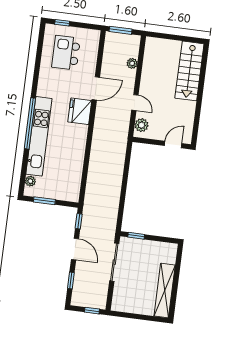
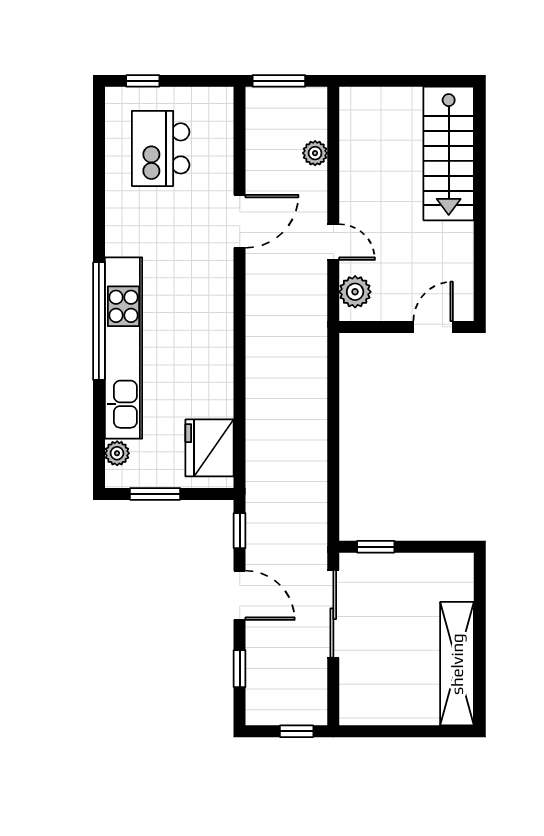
fridge: (80, 111) -> (210, 448), moved

